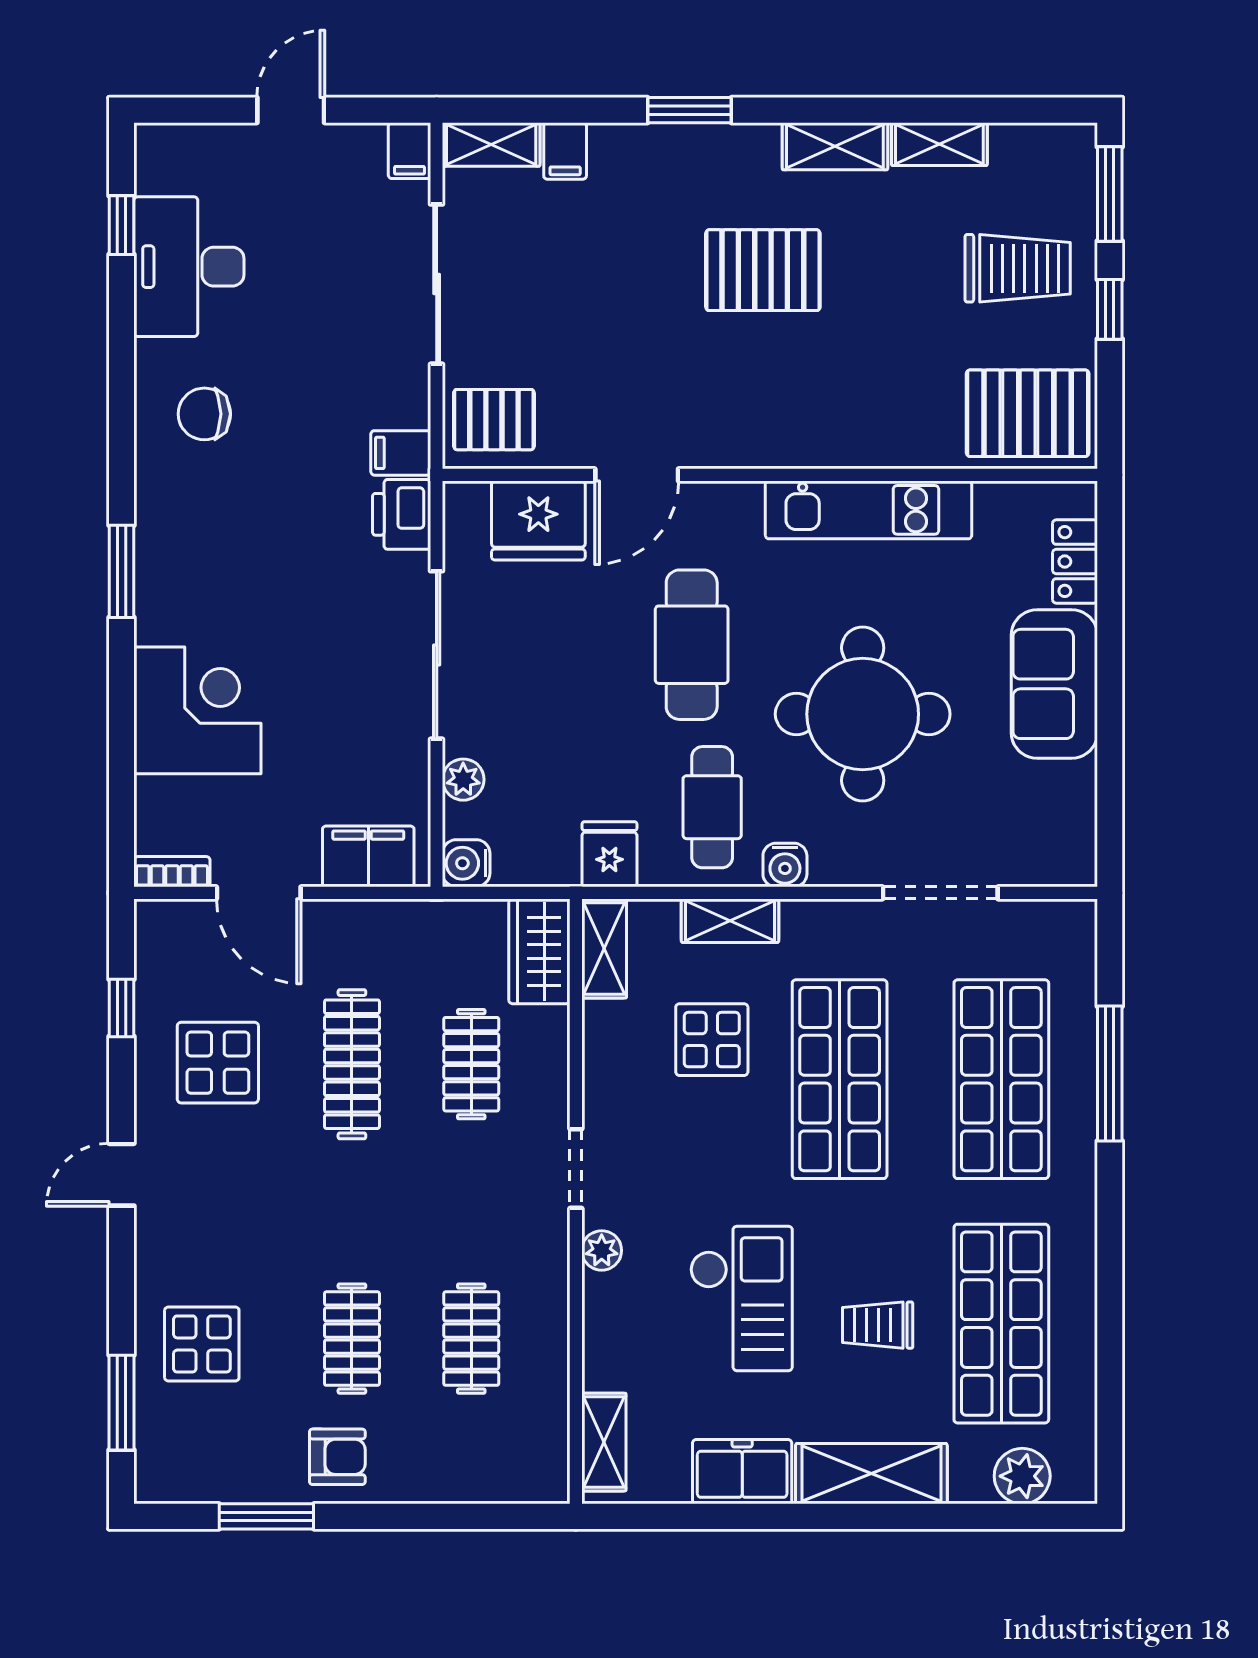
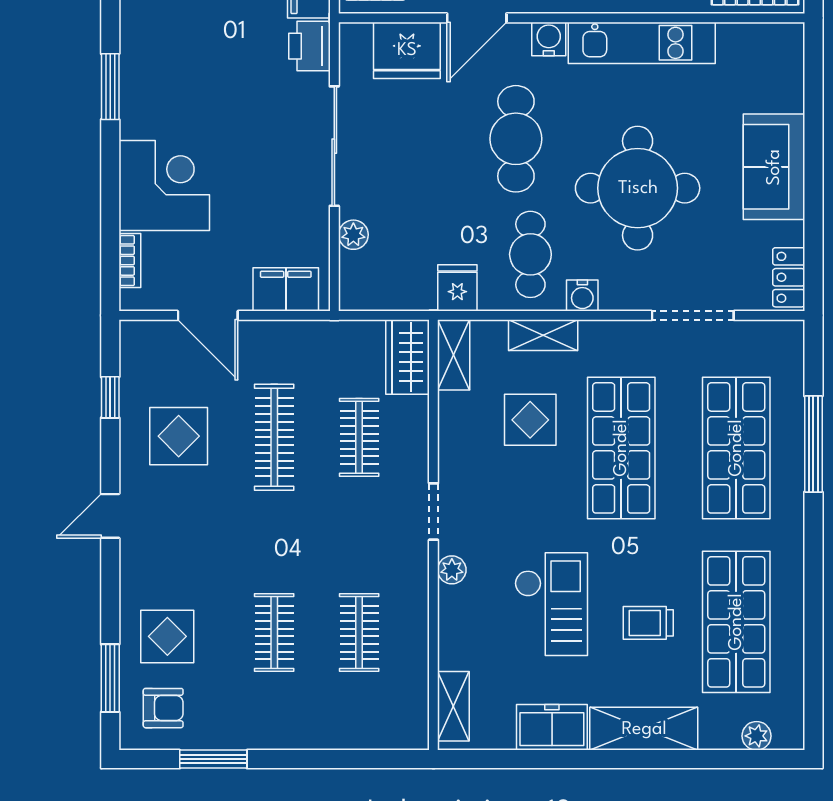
locker: (1075, 561) -> (789, 277), moved
water cooler: (466, 863) -> (549, 39), moved, turned 90
bookcase: (172, 872) -> (130, 261), moved, turned 90
armchair: (337, 1457) -> (163, 708), moved
plant: (1022, 1476) -> (757, 736), width x0.73, depth x0.73

